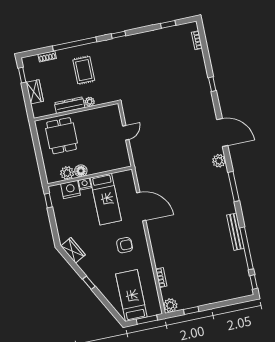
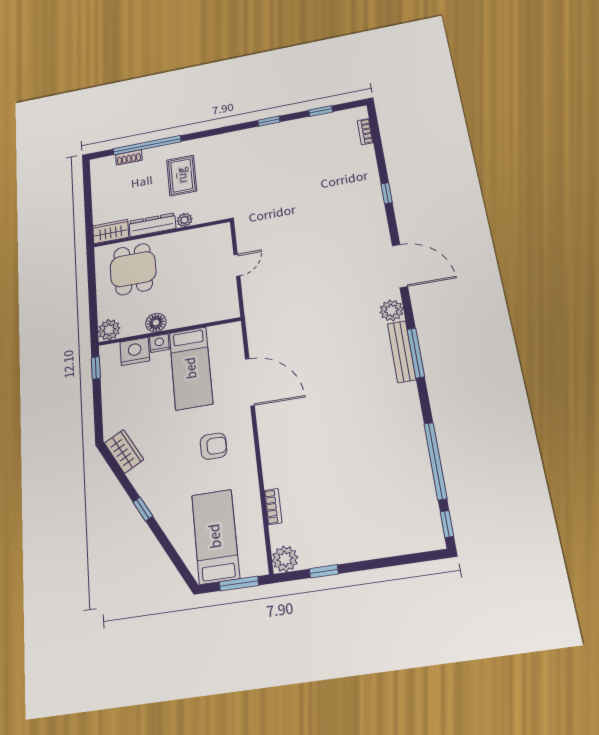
window: (119, 35) -> (269, 121), moved
window: (75, 44) -> (147, 145), moved
window: (22, 75) -> (87, 183), removed
wardrobe: (35, 92) -> (111, 232), moved, turned -90
plant: (67, 173) -> (109, 330), moved
bench: (235, 232) -> (402, 351), moved

